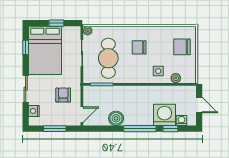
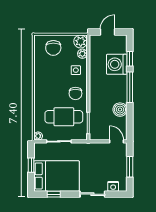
chair: (139, 47) -> (75, 93), moved
plant: (189, 76) -> (81, 41), added
armchair: (63, 95) -> (98, 159), removed
washing machine: (181, 120) -> (122, 48), removed

